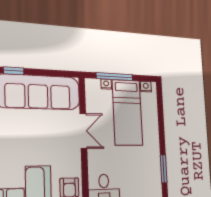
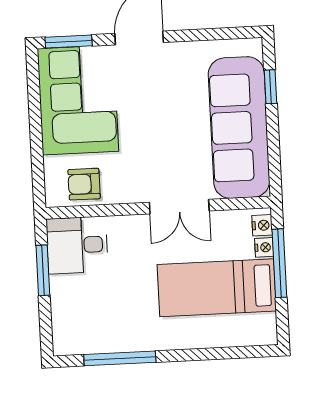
nightstand: (146, 87) -> (262, 225), moved
window: (164, 169) -> (120, 358), width x1.44

